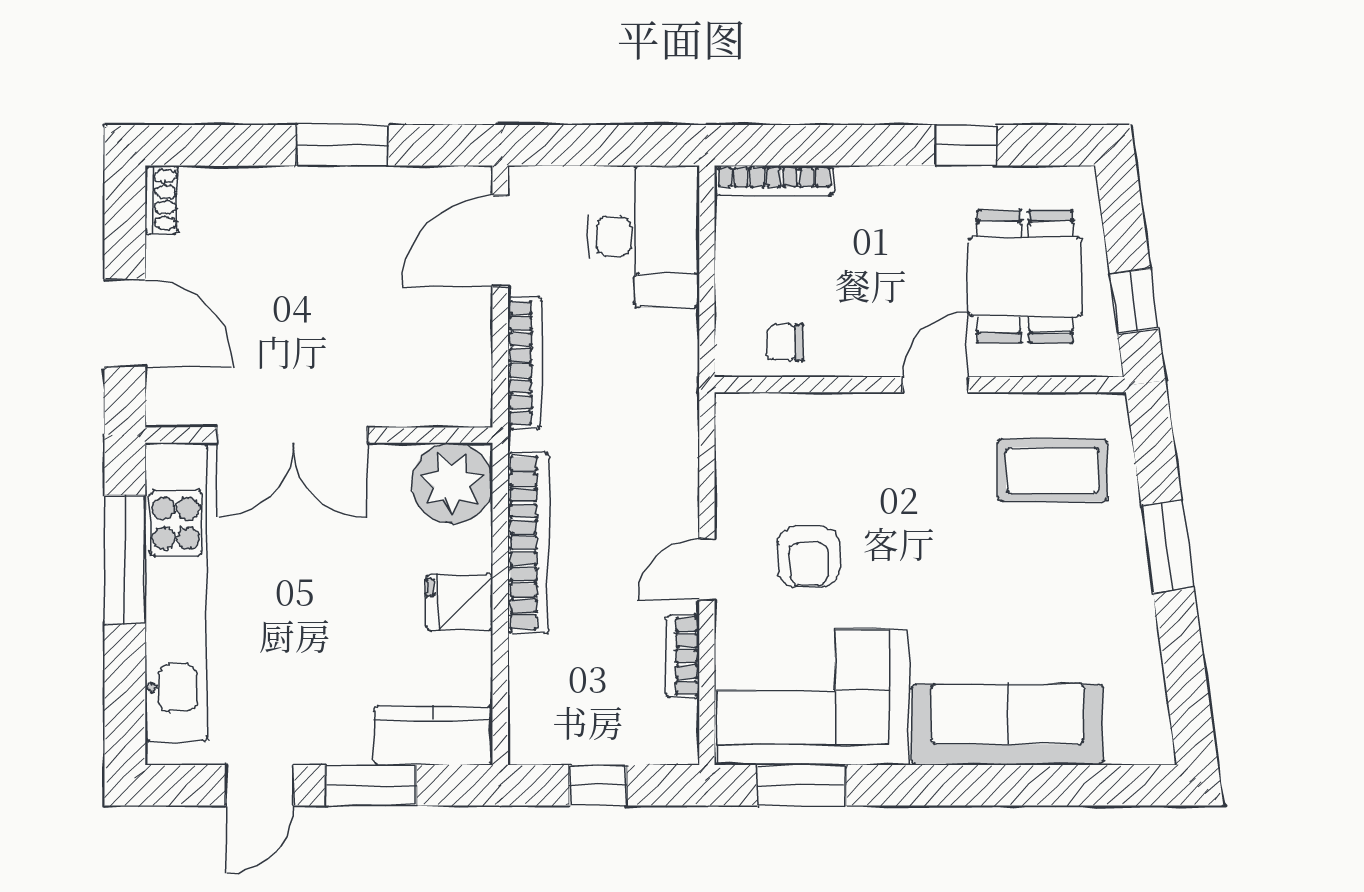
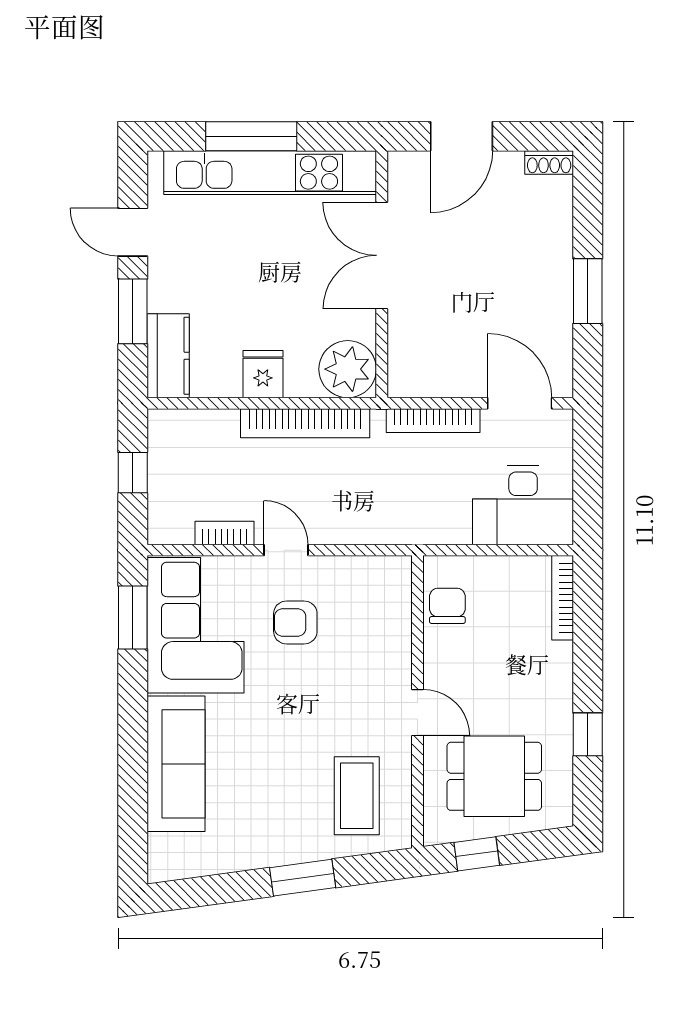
chair: (785, 343) -> (447, 606), width x1.37, depth x1.37
window: (125, 559) -> (251, 136), moved

